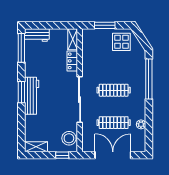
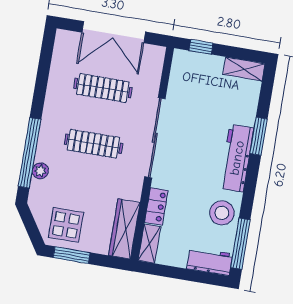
window: (105, 25) -> (72, 255), moved
wardrobe: (88, 45) -> (124, 229), added
window: (21, 92) -> (259, 136), moved
plant: (141, 124) -> (40, 171), moved
stool: (69, 138) -> (222, 213), moved

